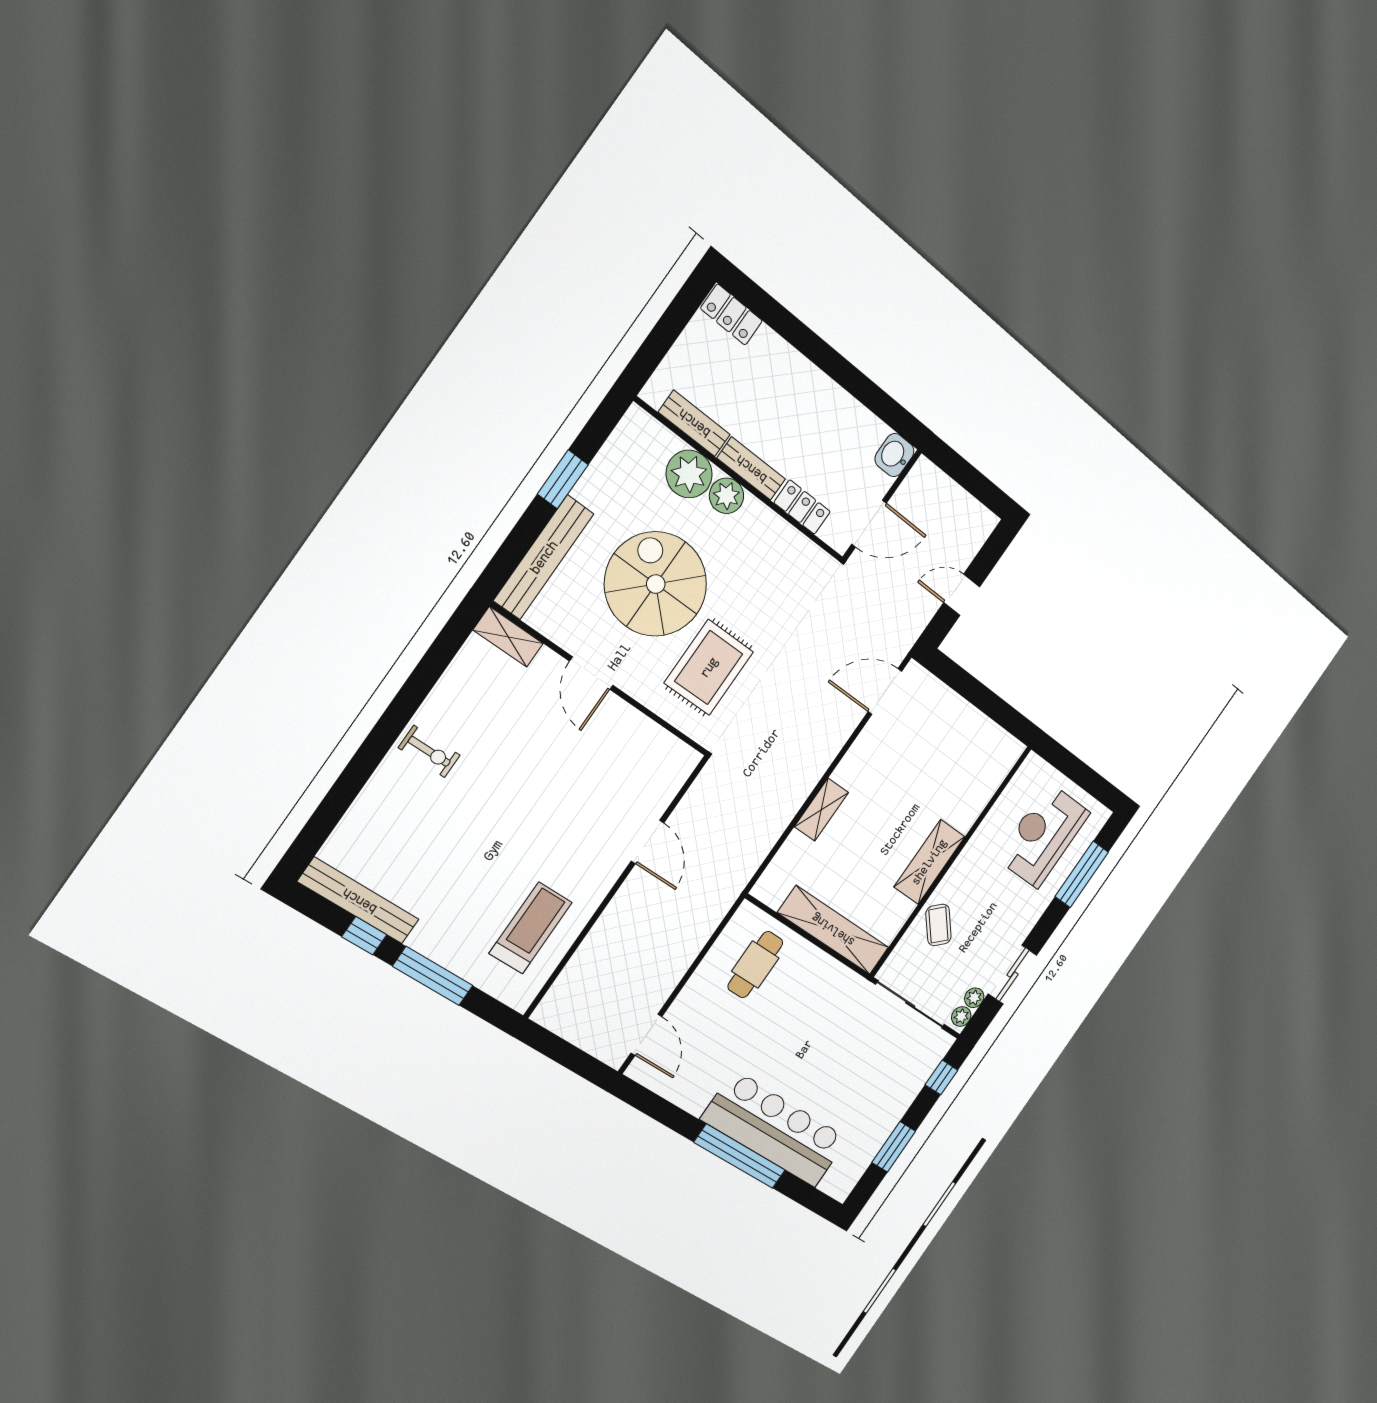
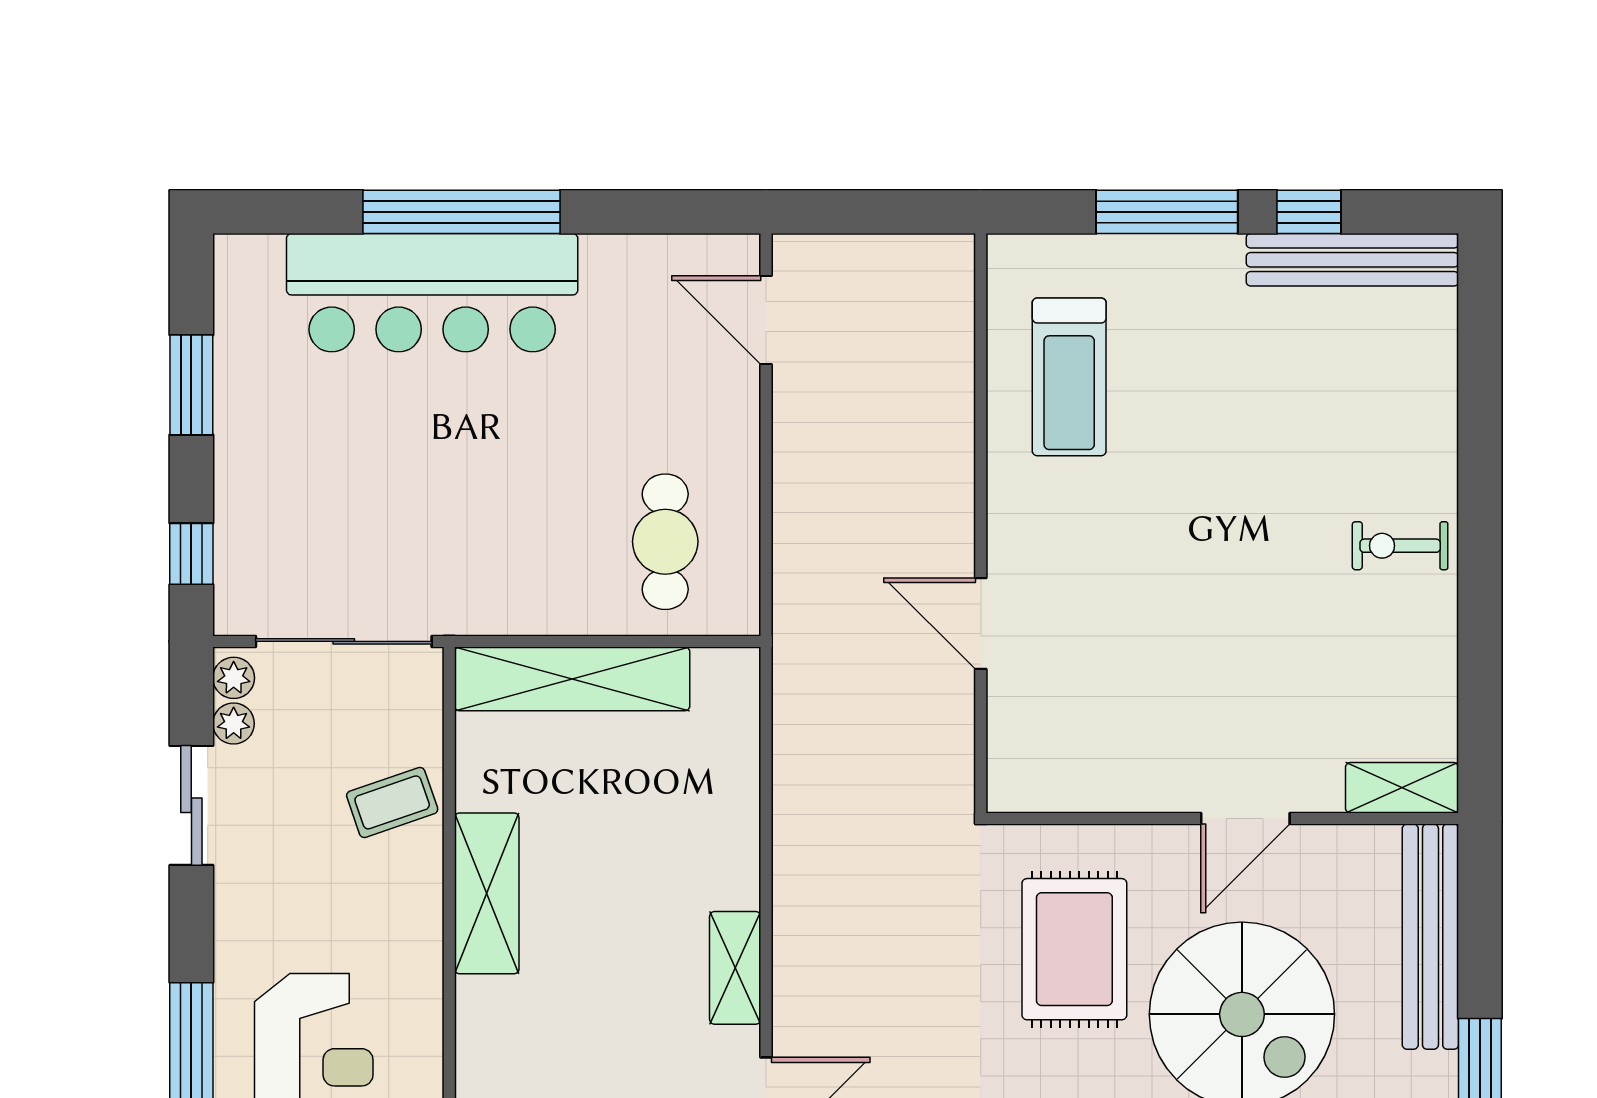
door: (591, 673) -> (1245, 819), swing flipped
shelving: (821, 810) -> (735, 968), moved
coffee table: (939, 925) -> (392, 802), turned -67

